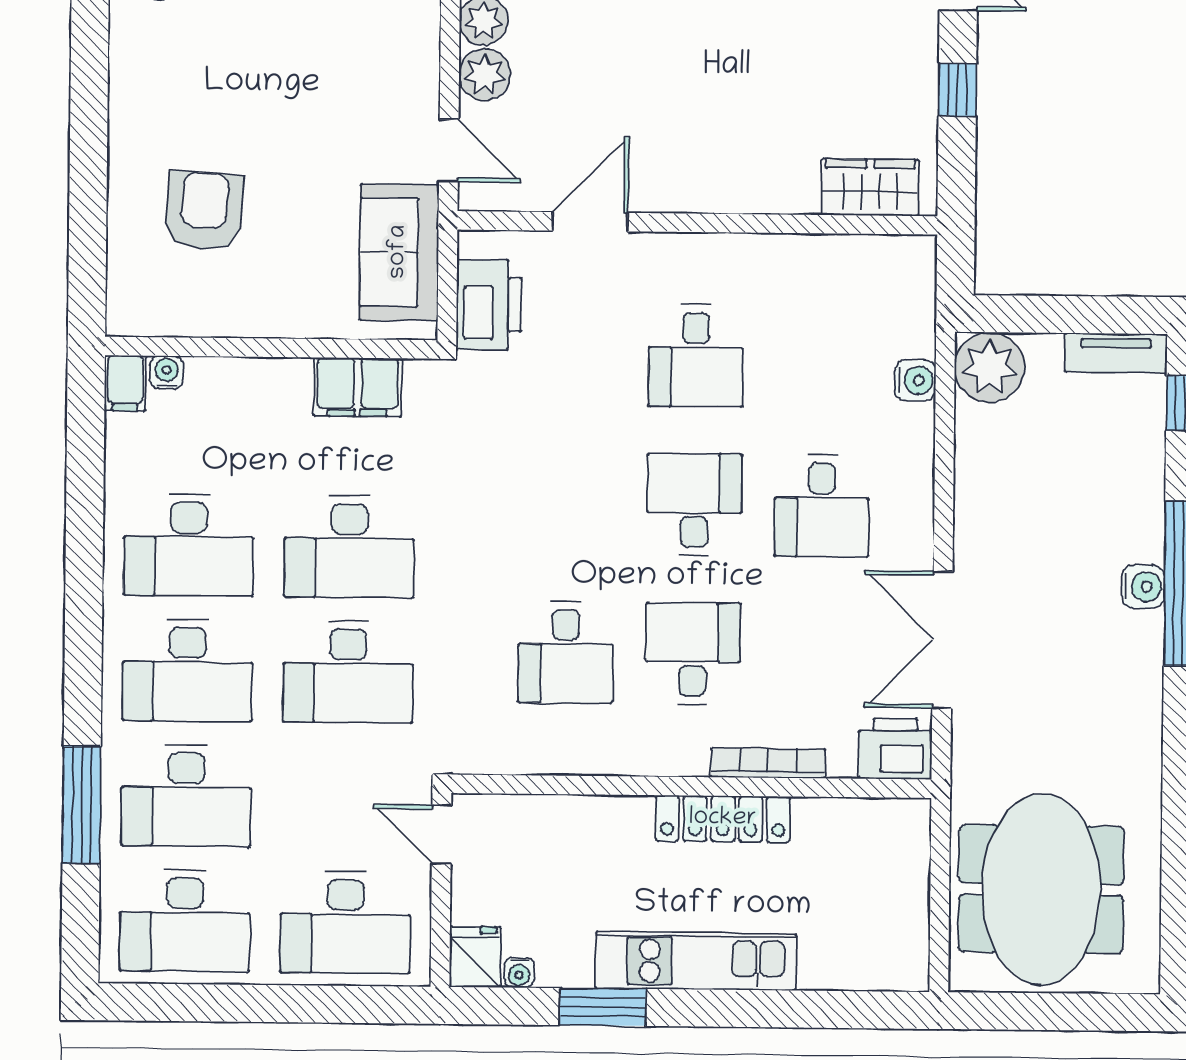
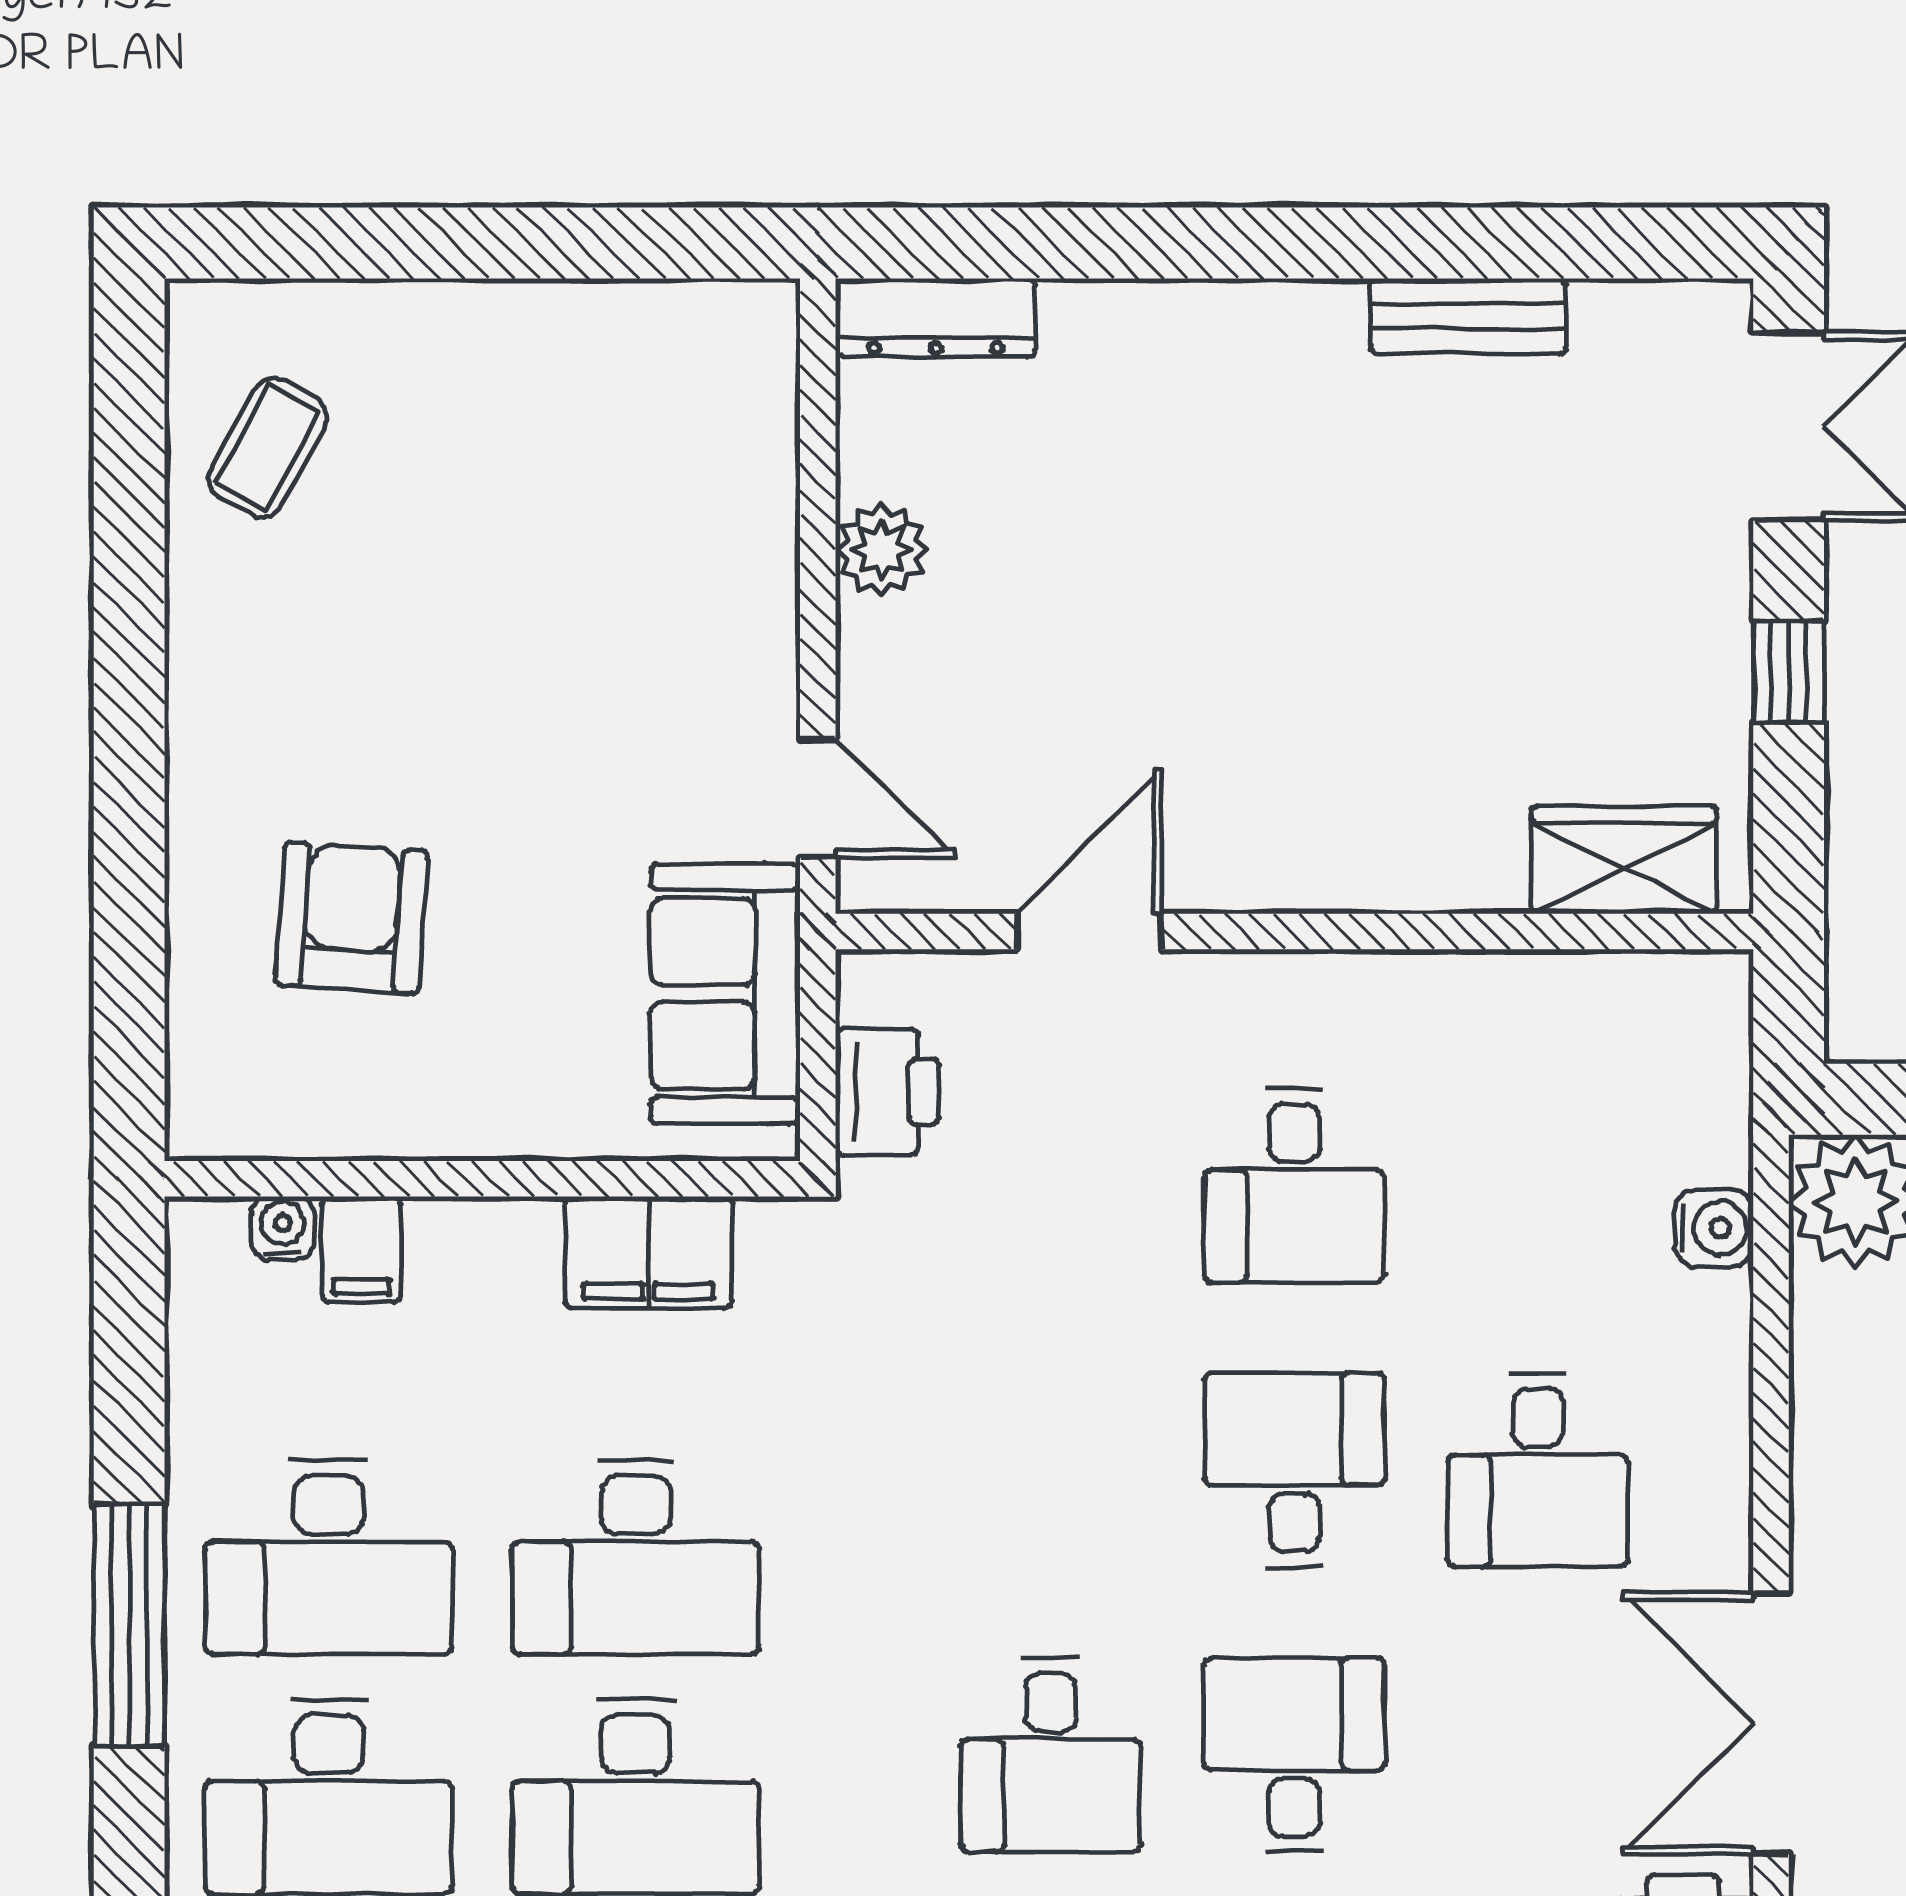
plant: (485, 75) -> (885, 652), removed
printer: (489, 304) -> (887, 1092), width x0.73, depth x0.84
filing cabinet: (125, 383) -> (361, 1249), moved
window: (84, 579) -> (129, 1625), added

